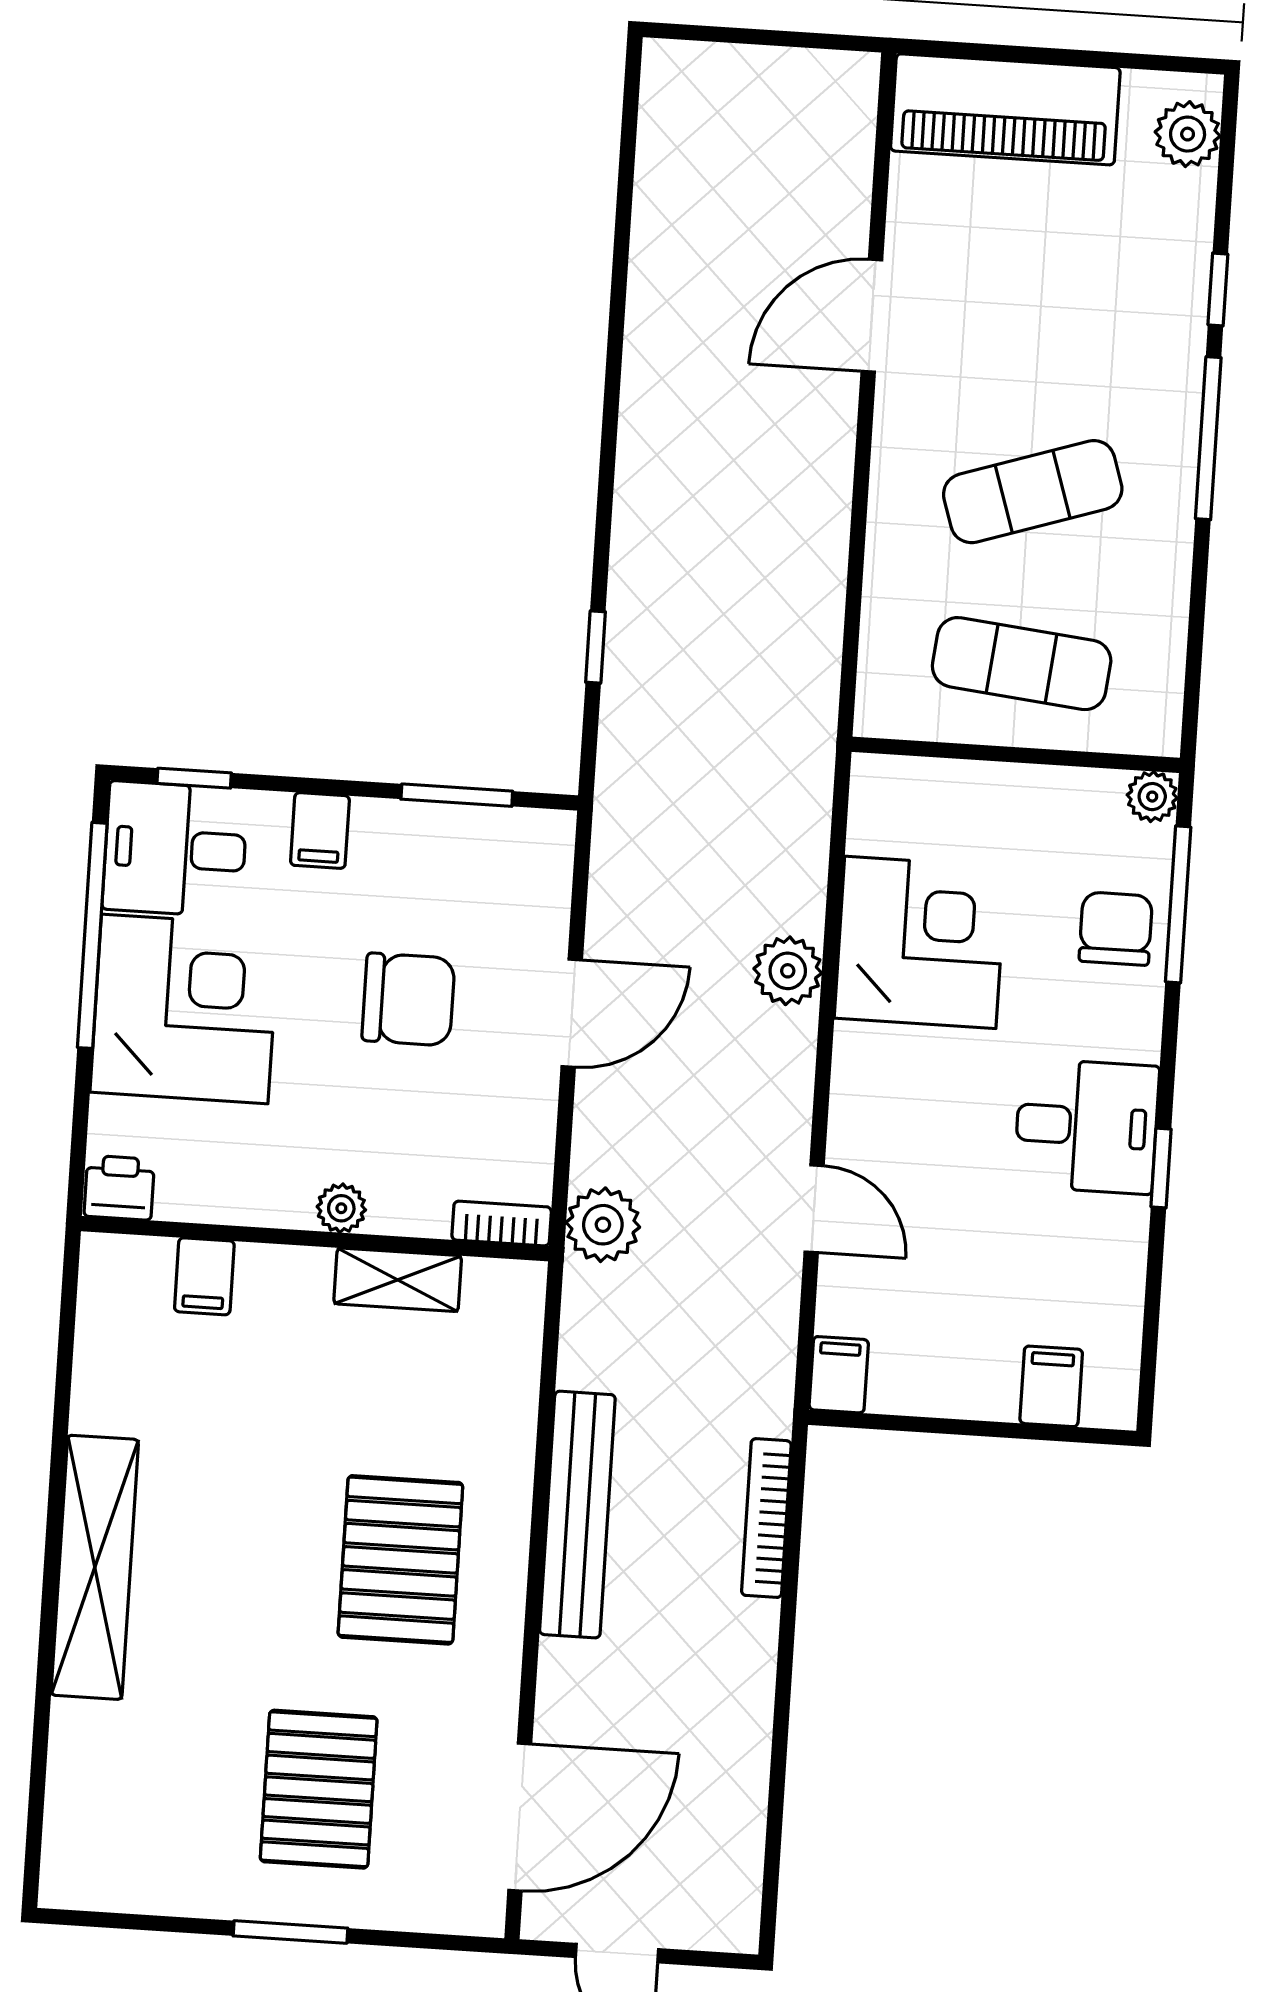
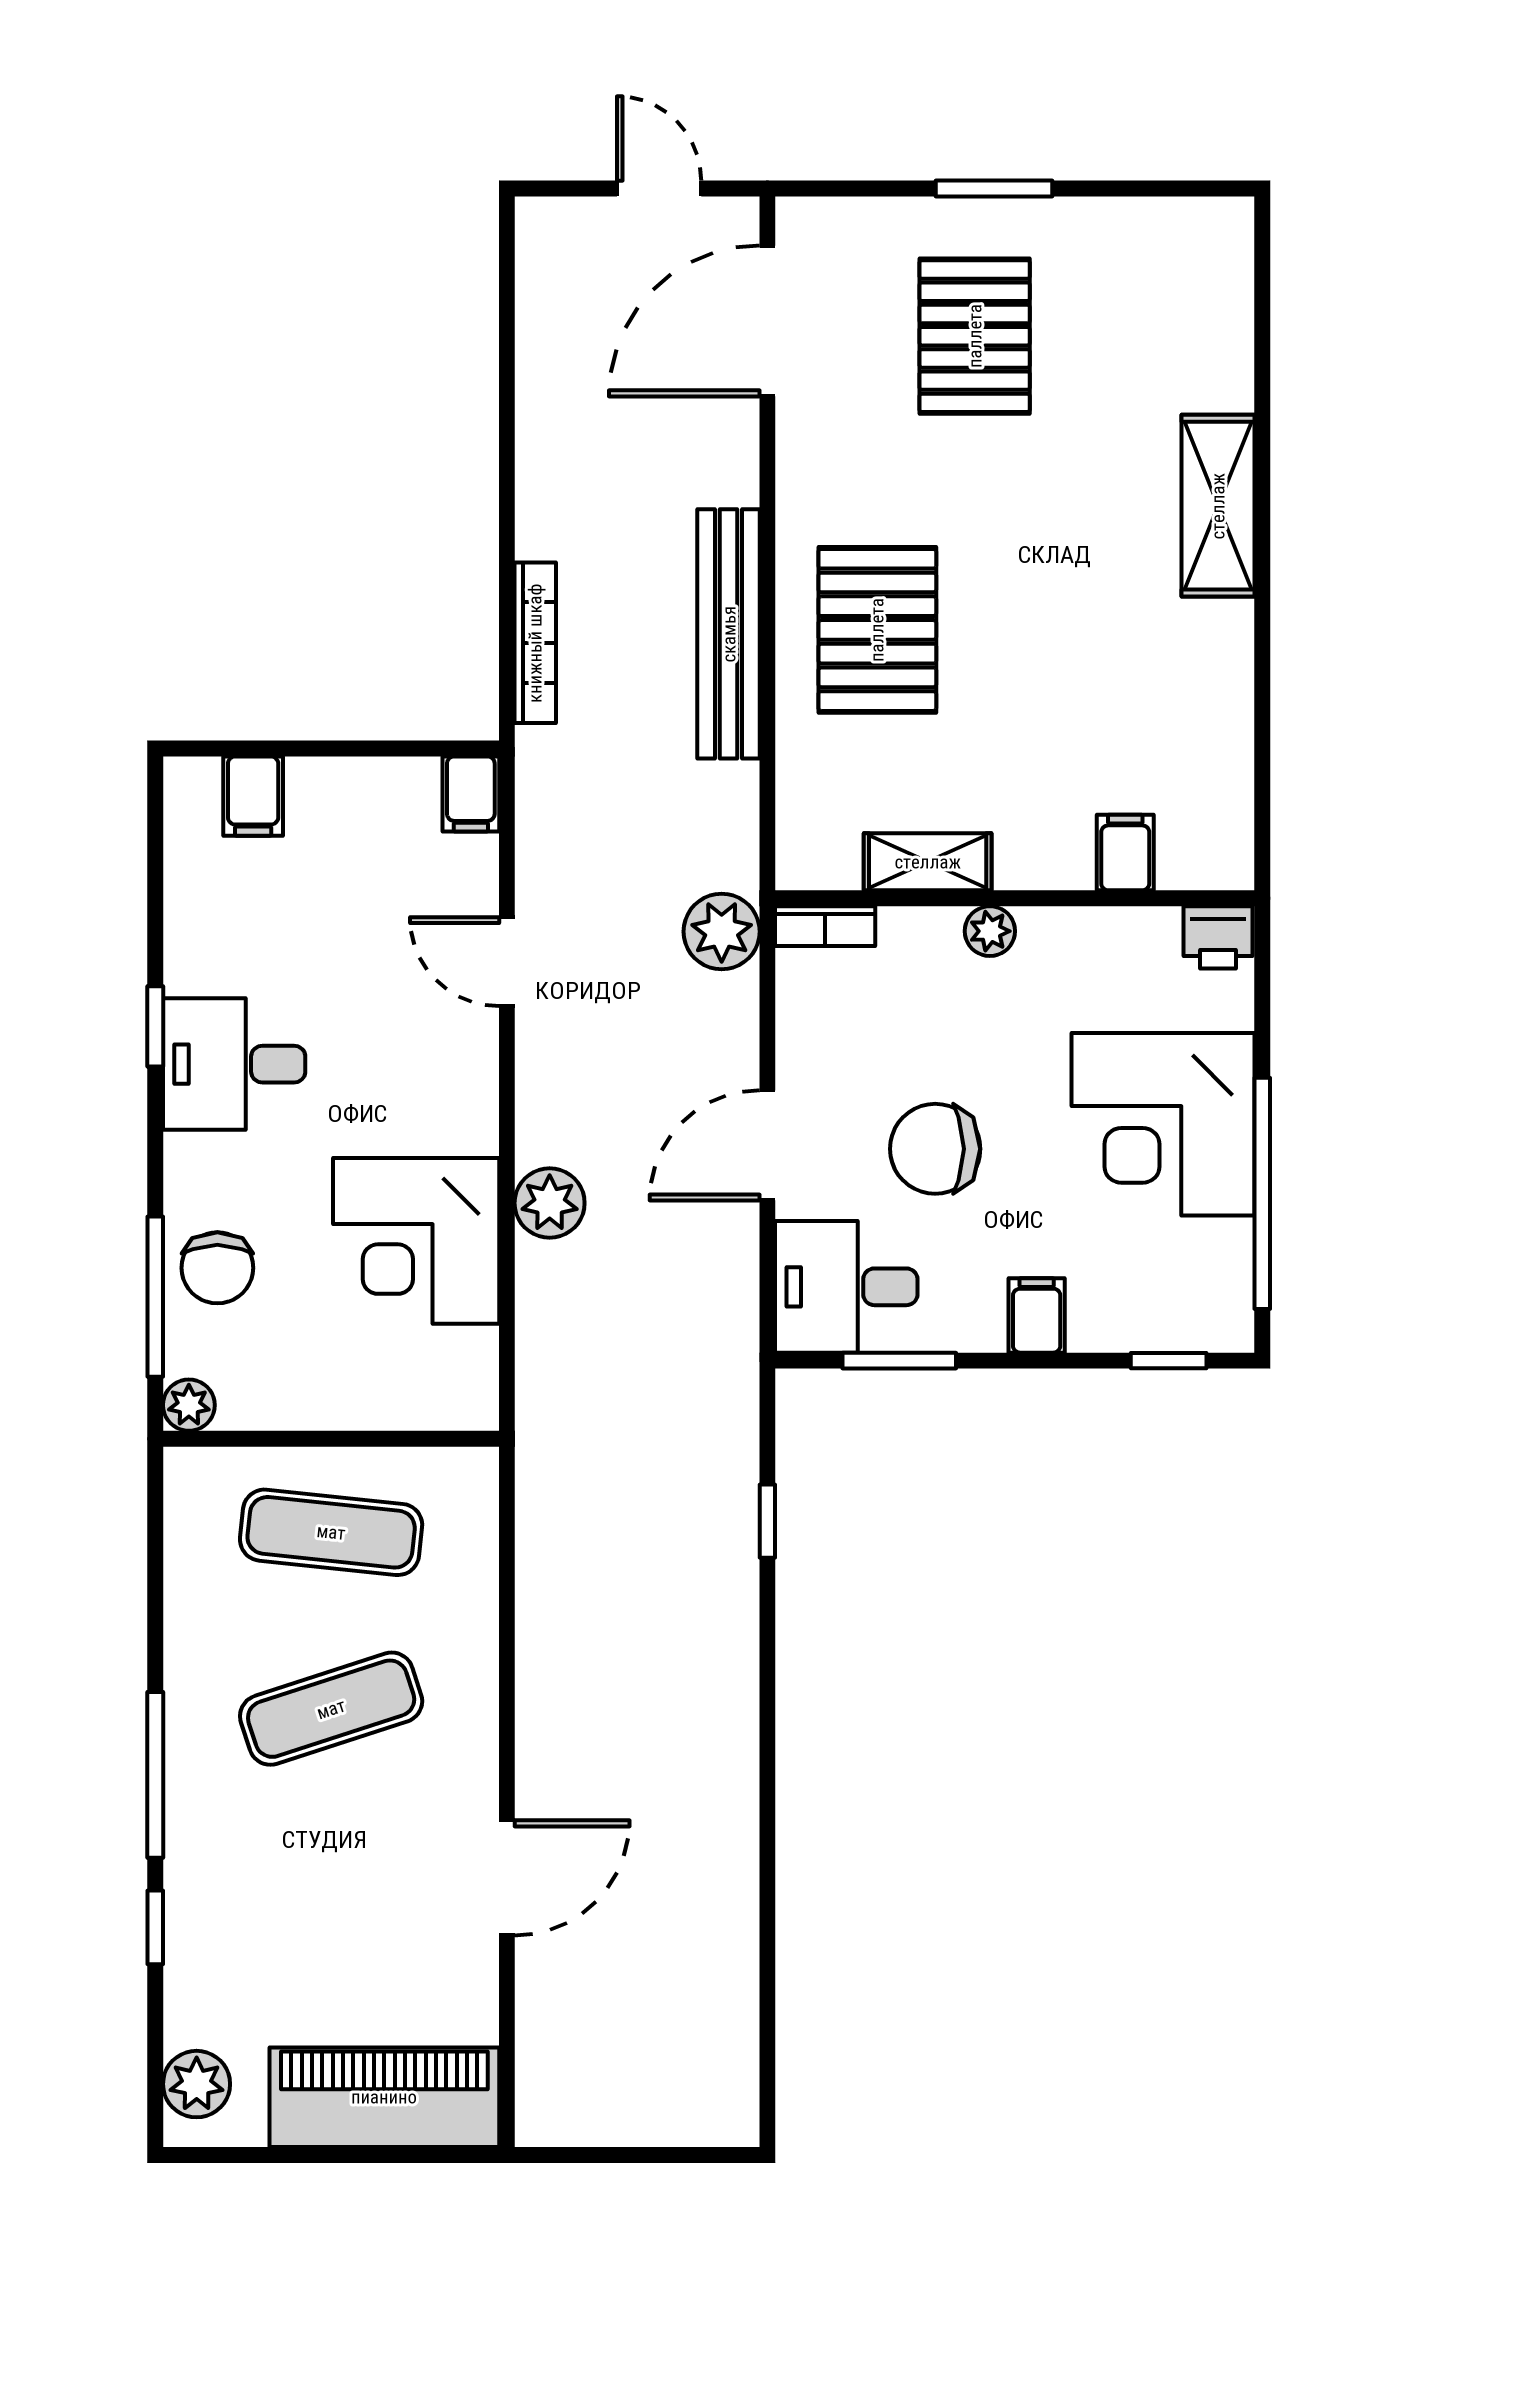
desk: (175, 849) -> (846, 1287), moved, turned 180
pallet: (400, 1560) -> (877, 630), moved
shelving: (95, 1567) -> (1218, 506), width x0.68

